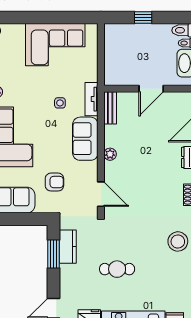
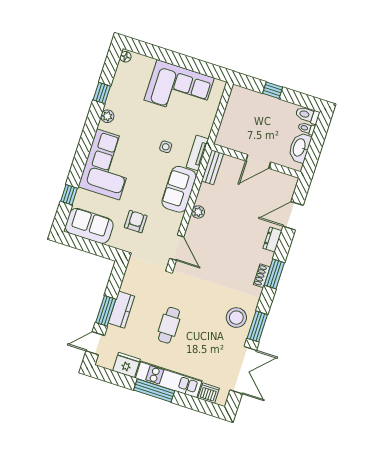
armchair: (54, 182) -> (136, 222), turned -90
kitchen counter: (68, 247) -> (121, 310), moved
window: (53, 254) -> (106, 311), moved
cafe table: (117, 269) -> (169, 325), turned 90

